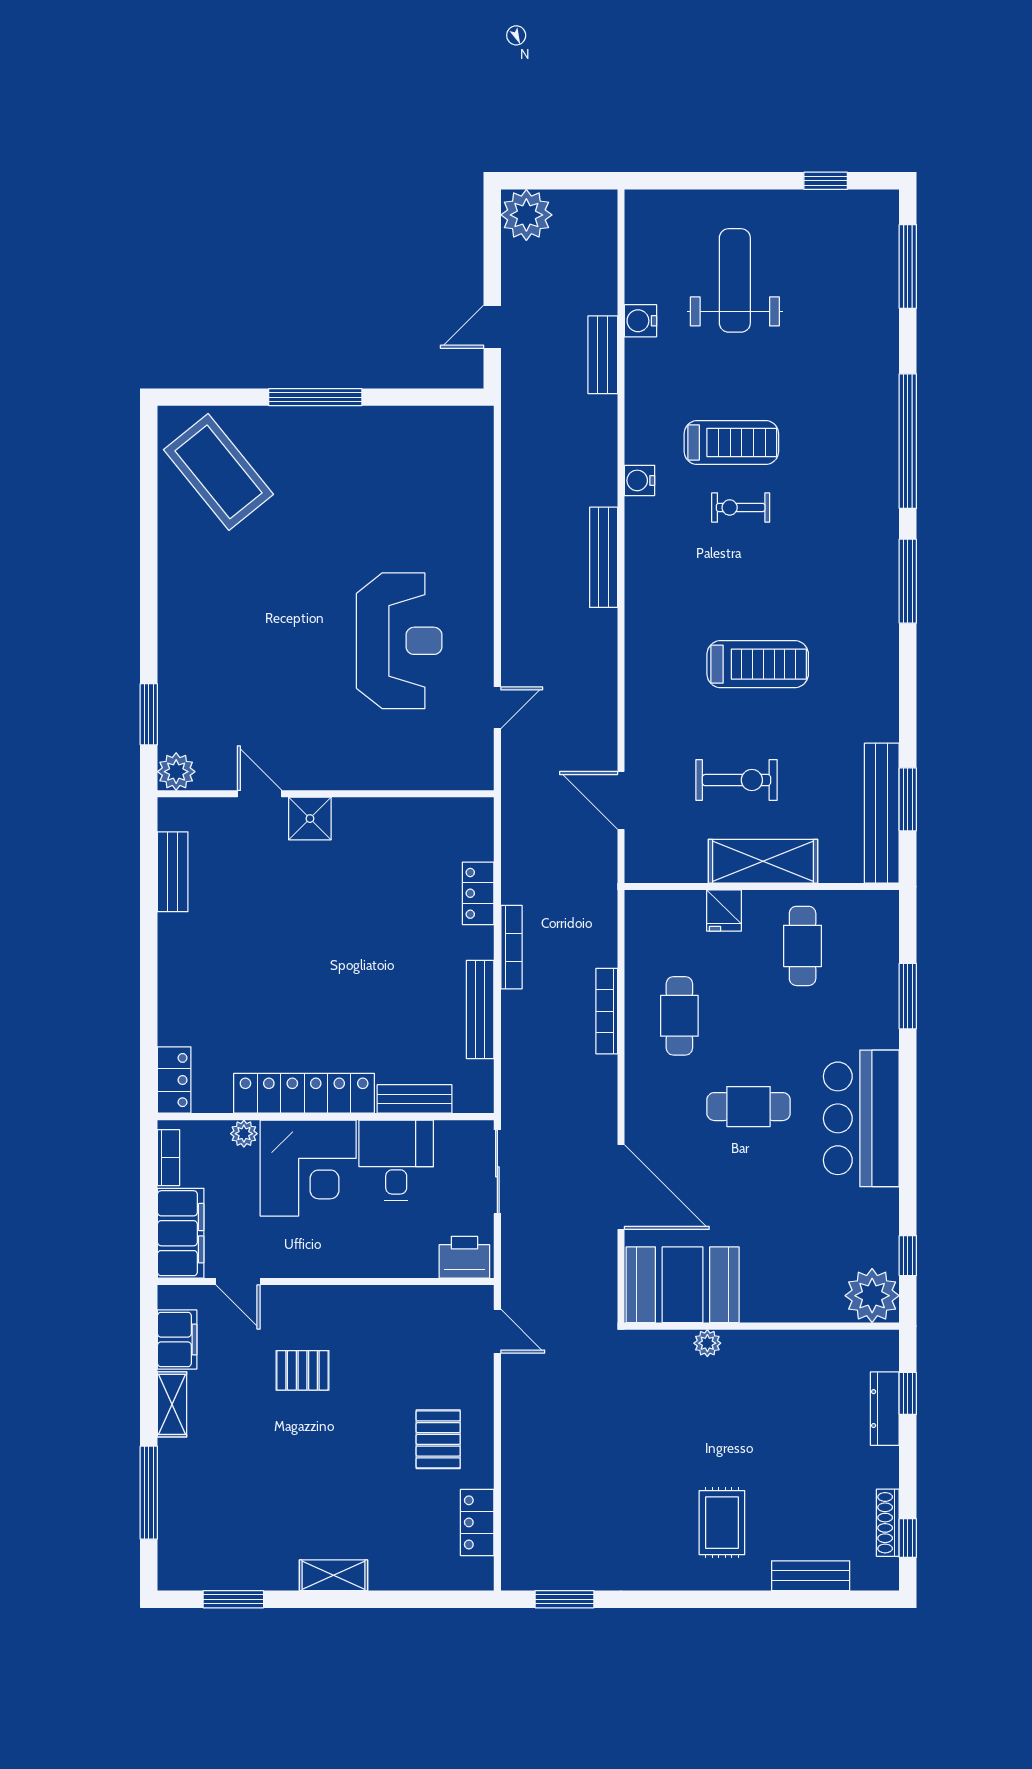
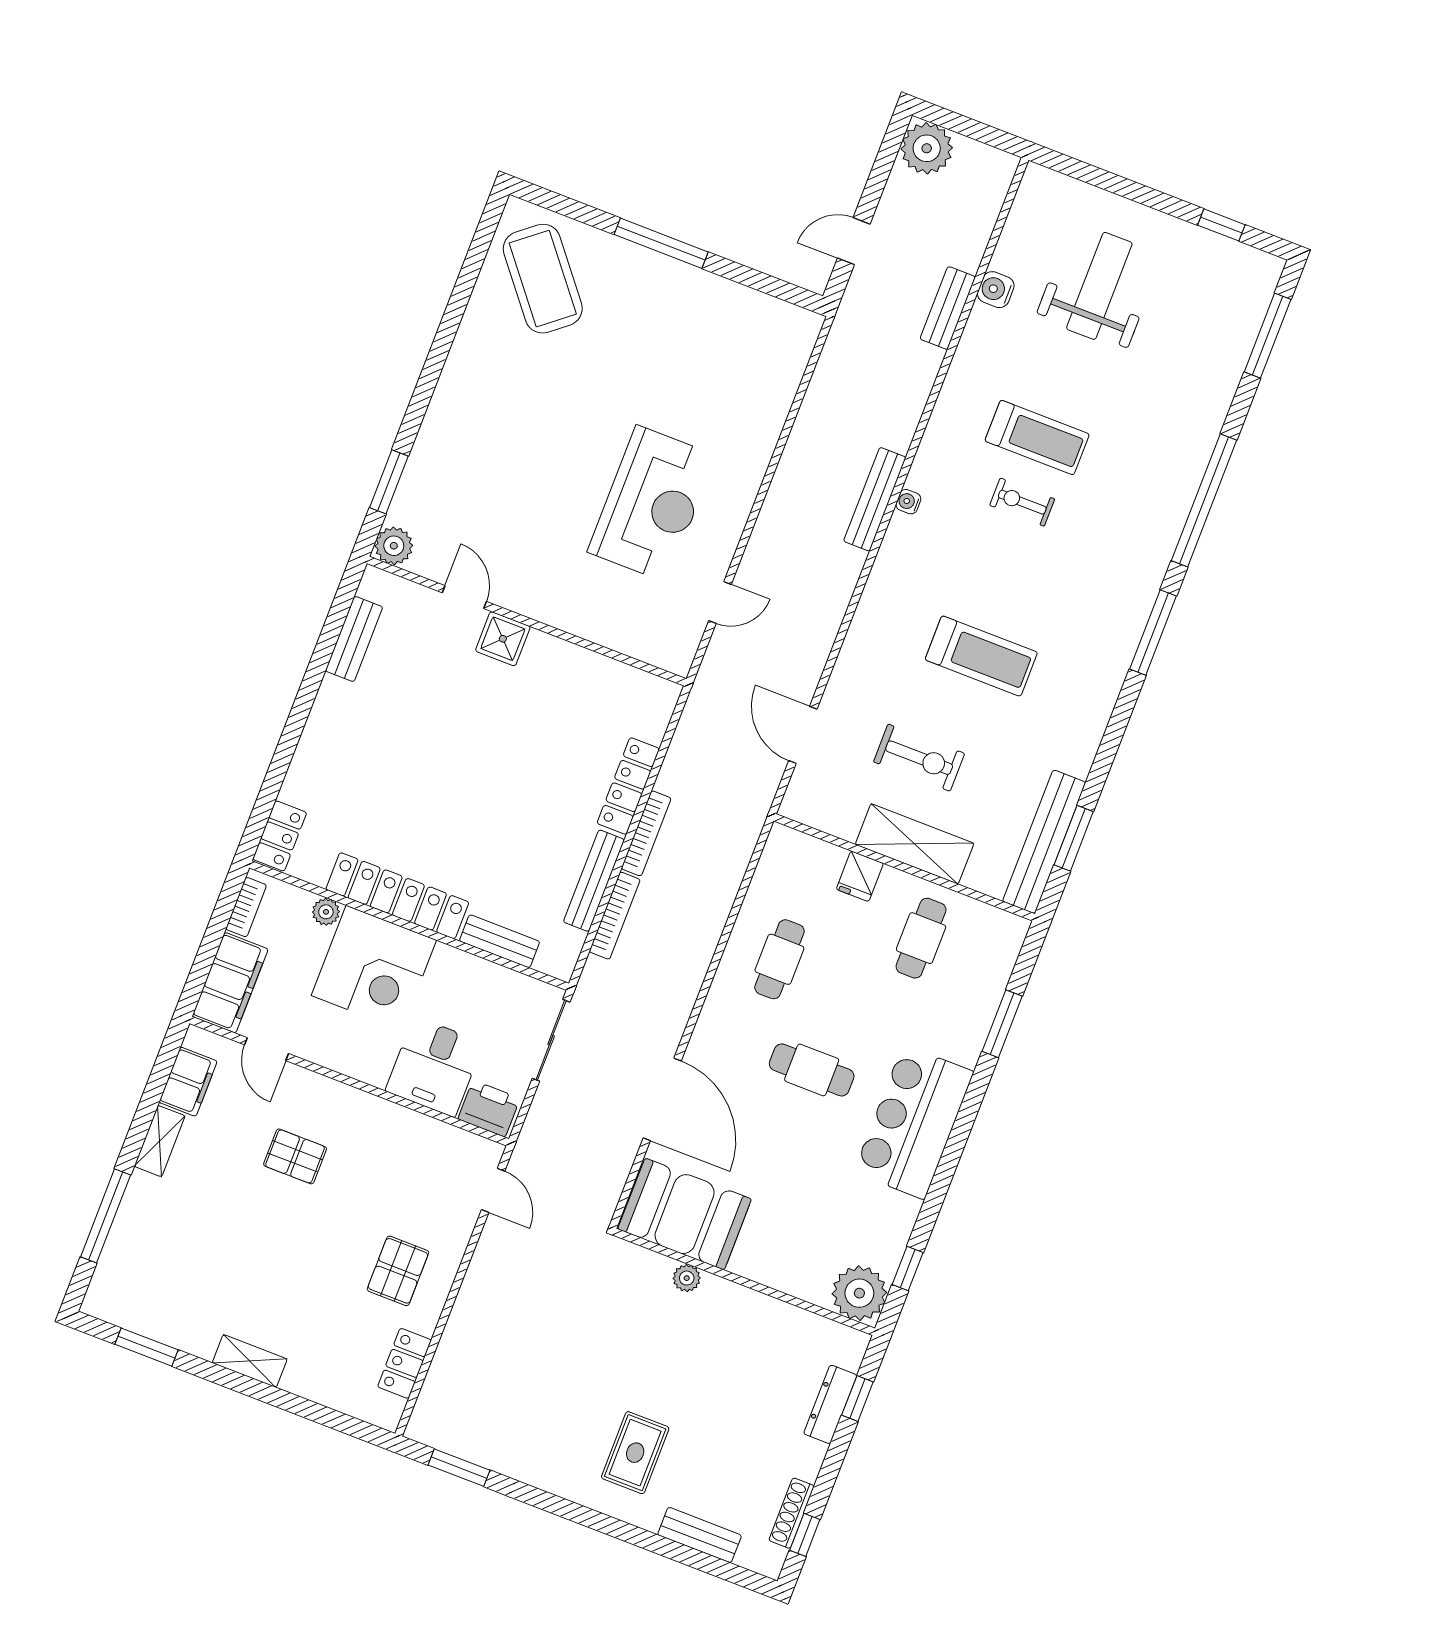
water cooler: (640, 480) -> (908, 502), moved, width x0.72, depth x0.72
locker: (478, 893) -> (628, 786), width x1.53
bookcase: (607, 1011) -> (615, 916), moved, turned 180
desk: (396, 1160) -> (434, 1067), moved, turned 180

